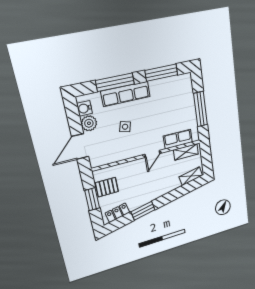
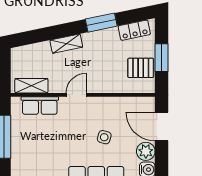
door: (80, 146) -> (162, 127), swing flipped
shelving: (191, 176) -> (66, 44), moved

